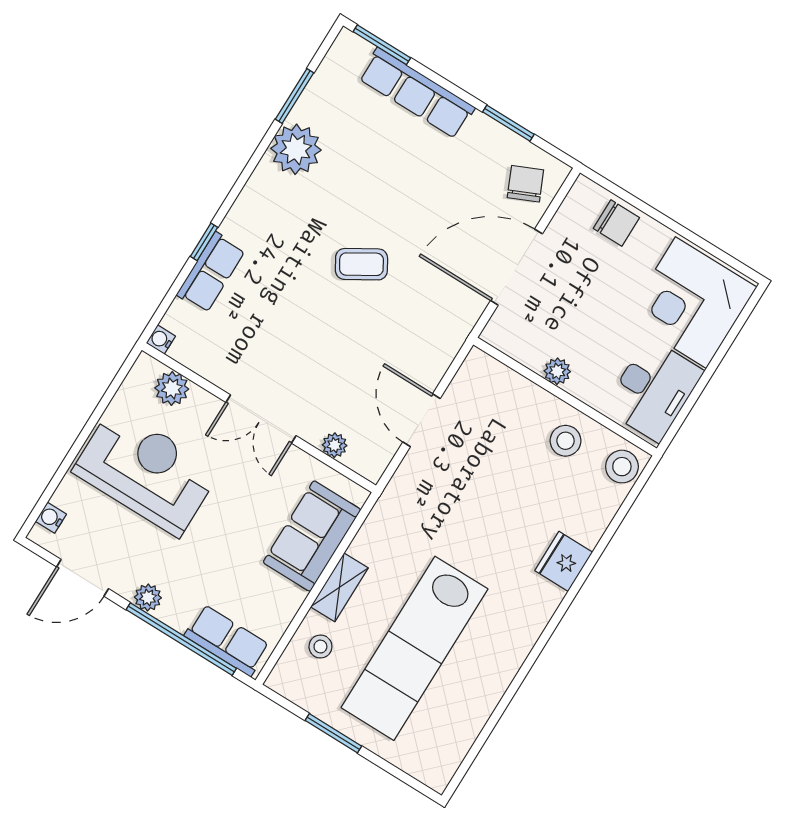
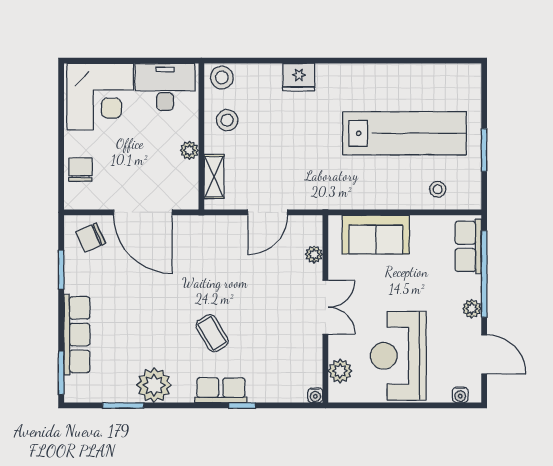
coffee table: (361, 264) -> (212, 333), moved
row of seats: (211, 272) -> (221, 390), moved
shelving: (339, 587) -> (214, 177), moved, turned 90

